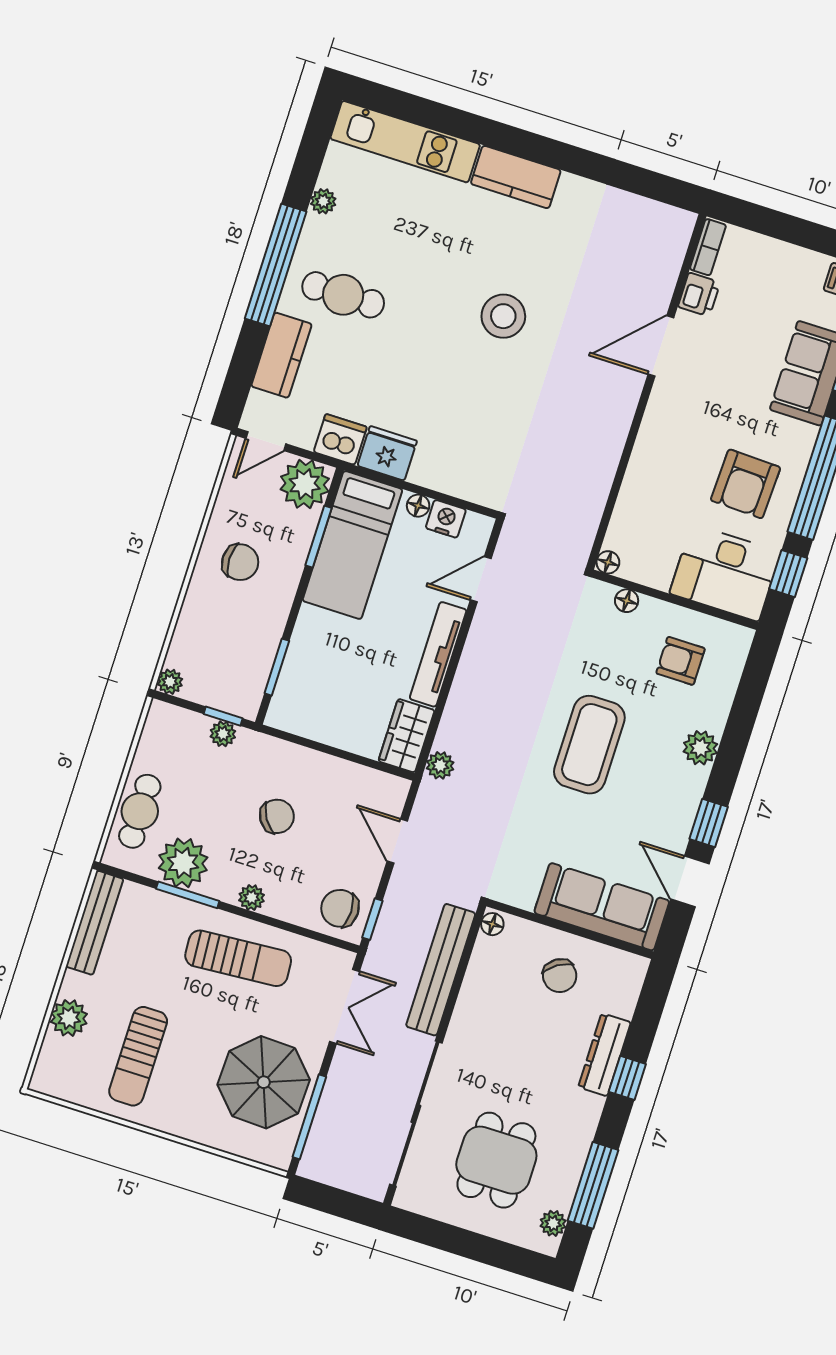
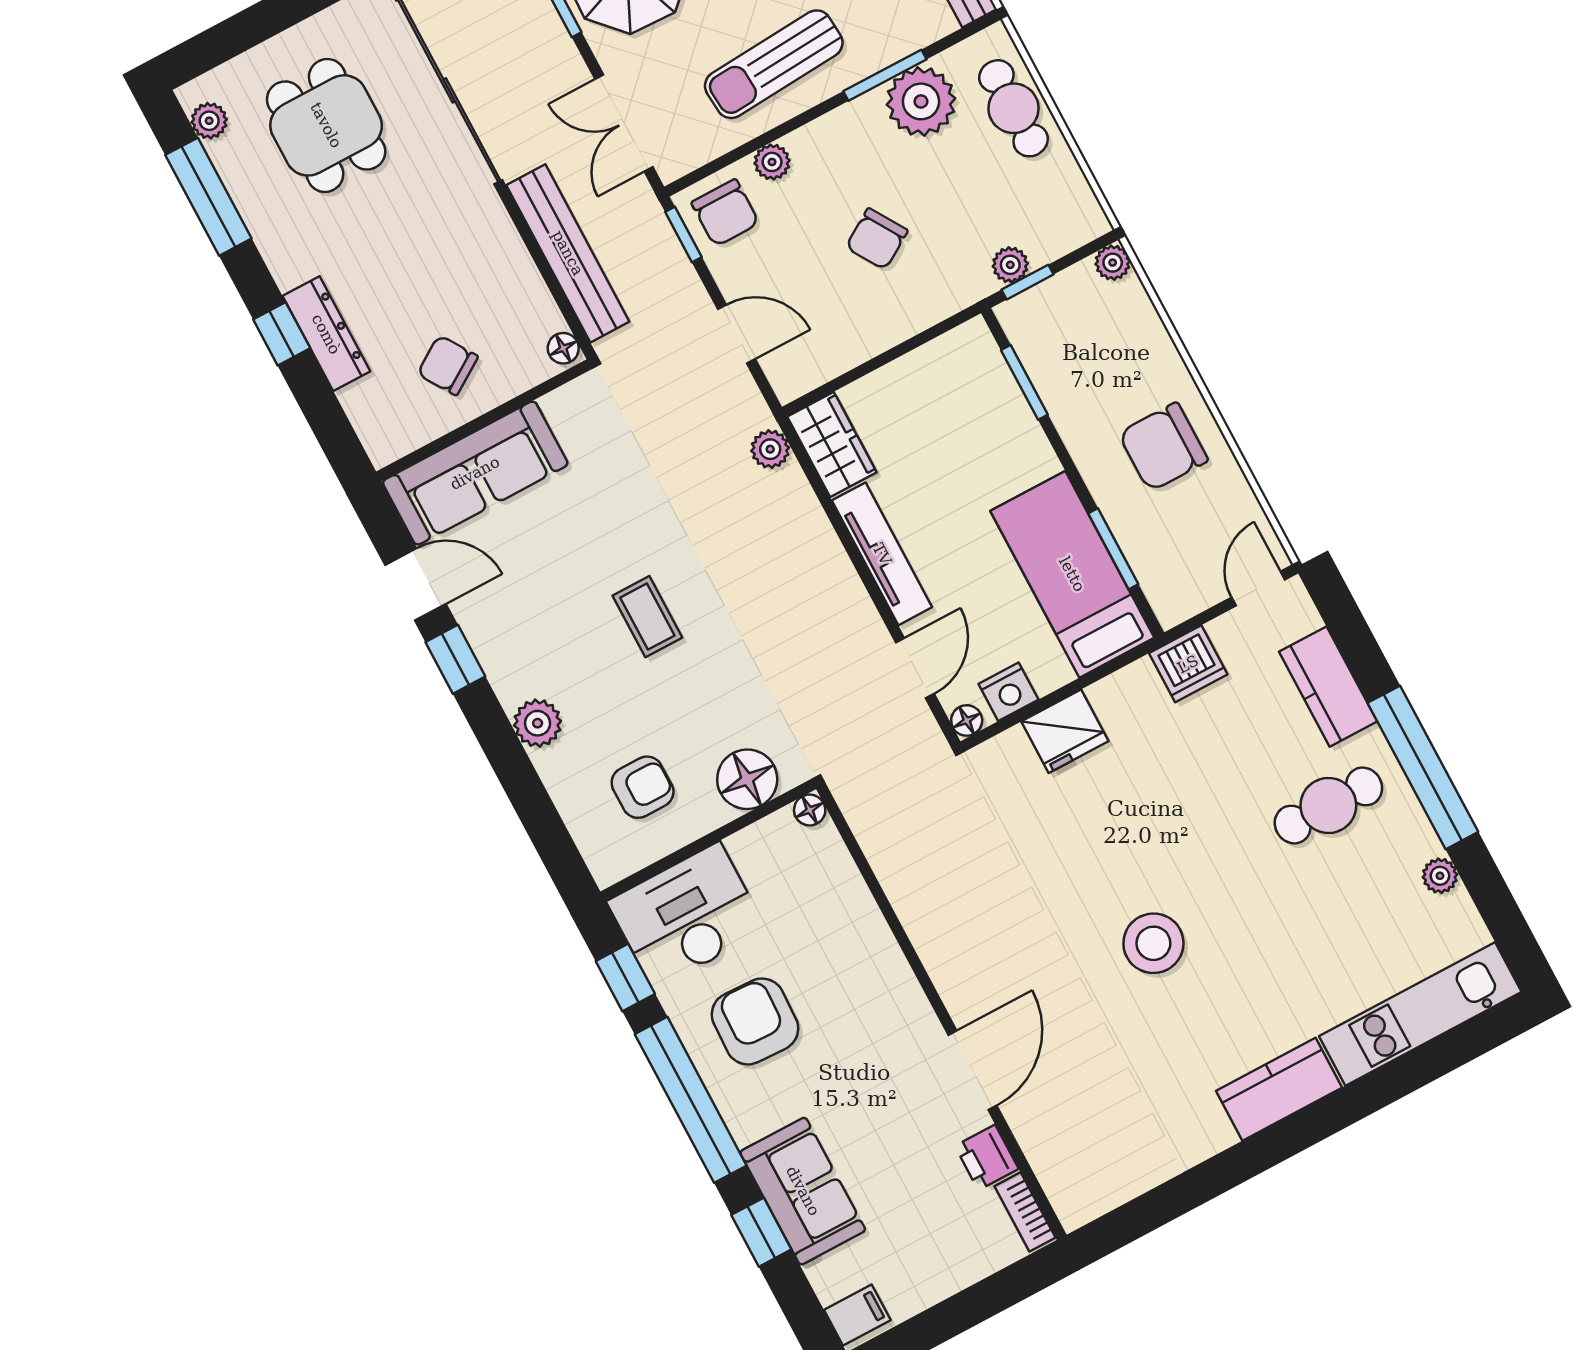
fridge: (387, 453) -> (1065, 731), moved
plant: (305, 484) -> (1178, 586), removed
floor lamp: (418, 506) -> (967, 720), moved
chair: (240, 562) -> (1163, 447), width x1.37, depth x1.37
floor lamp: (627, 601) -> (747, 779), width x1.89, depth x1.89
coffee table: (589, 745) -> (647, 617), width x0.54, depth x0.58
plant: (252, 898) -> (772, 162), moved
chair: (340, 908) -> (725, 213), turned 90

